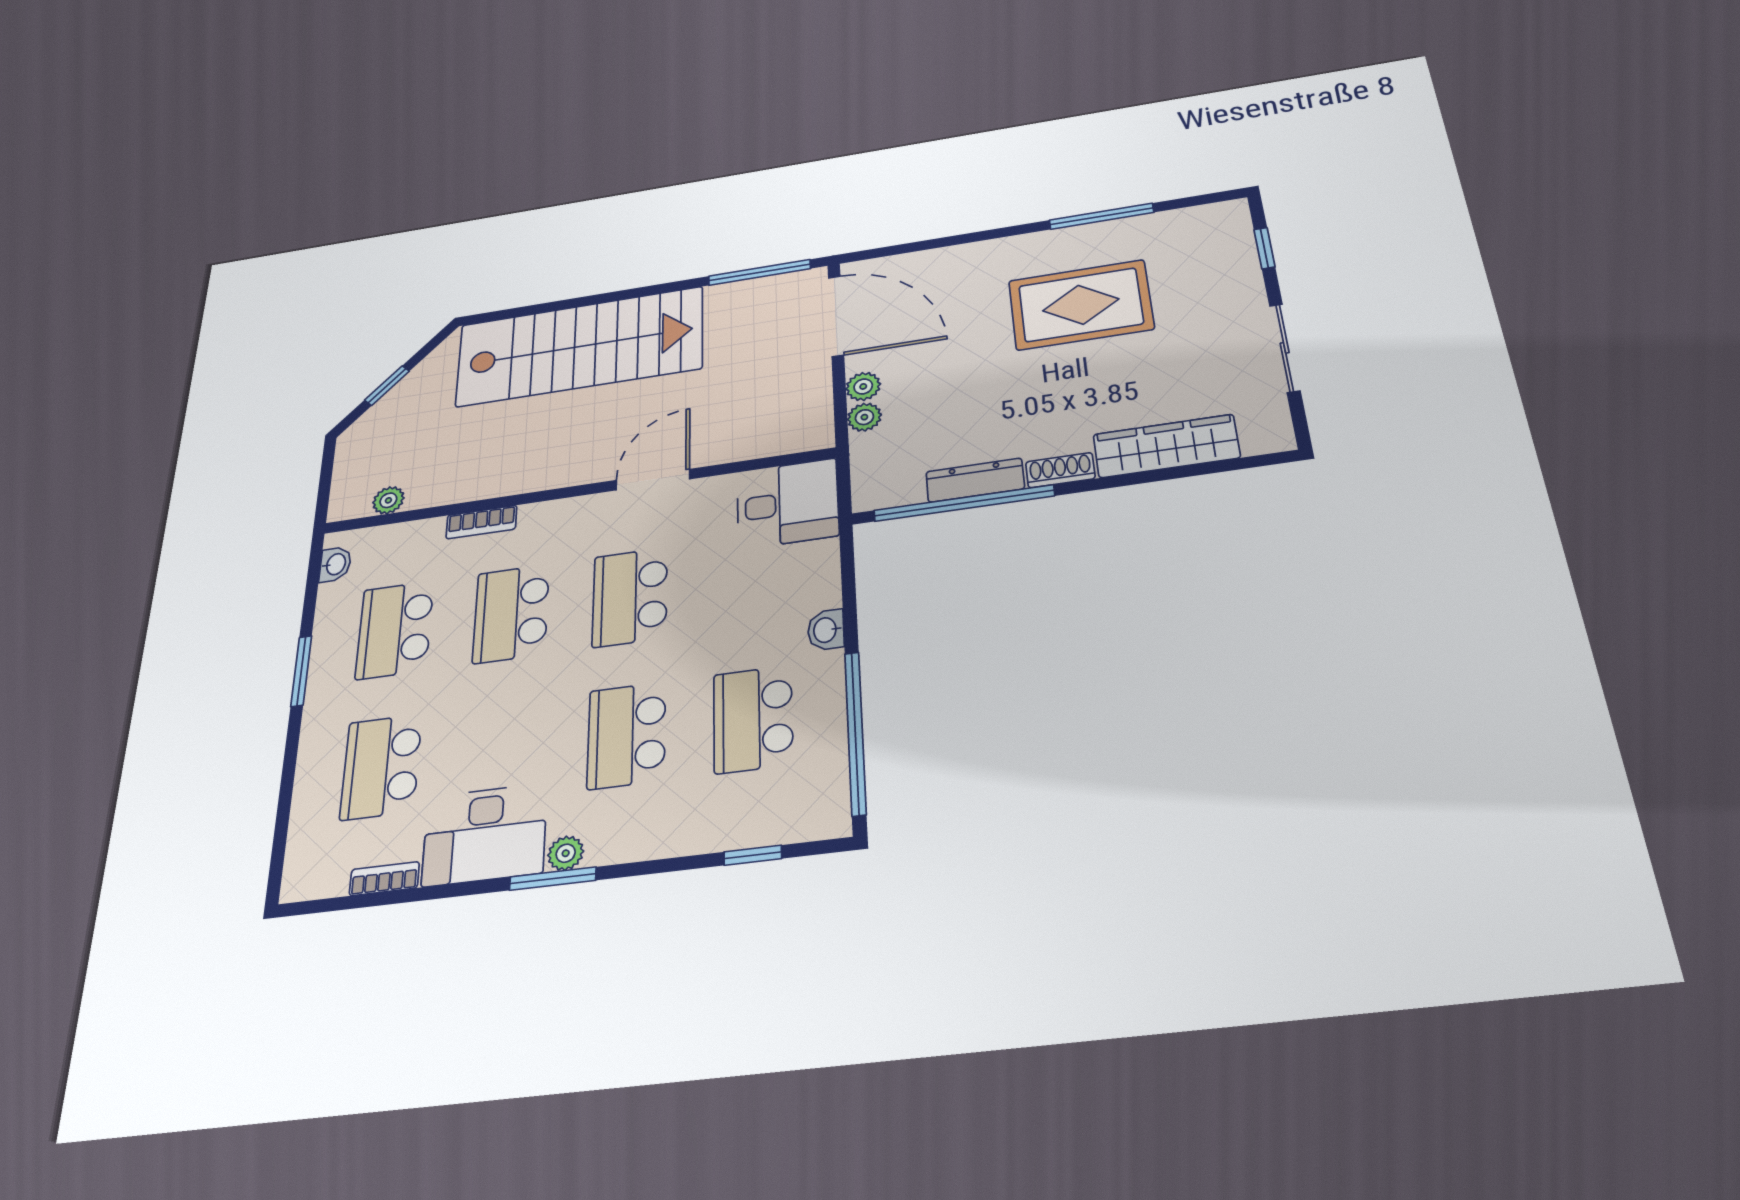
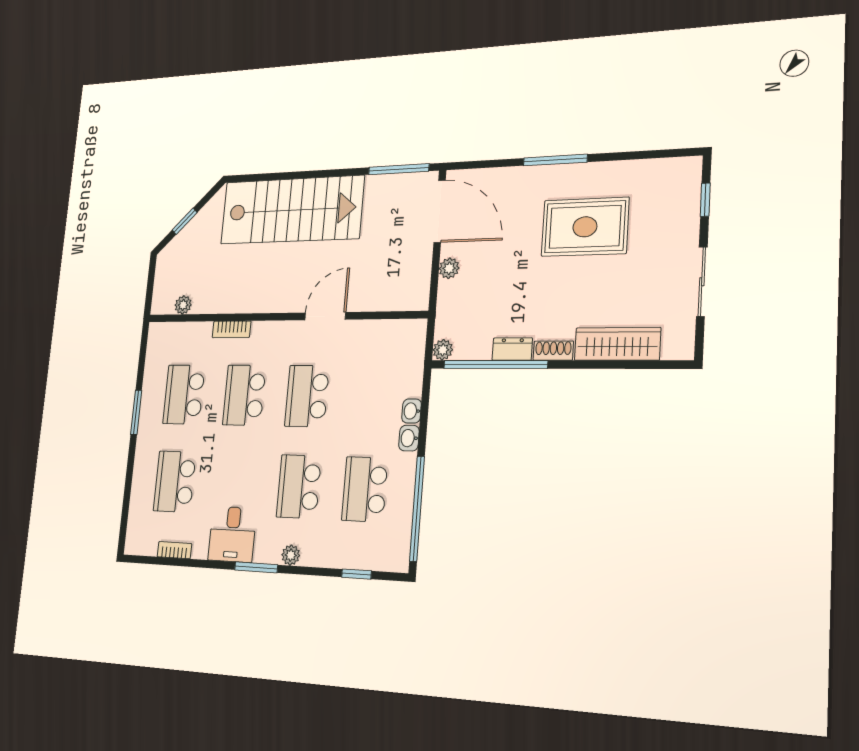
window: (1101, 216) -> (555, 160), moved
plant: (864, 417) -> (443, 350), moved
dresser: (975, 480) -> (512, 349), width x0.70
desk: (788, 504) -> (397, 347), removed
washbasin: (335, 564) -> (412, 411), moved, turned 180
desk: (485, 835) -> (232, 534), width x0.73
plant: (566, 853) -> (291, 555), moved

